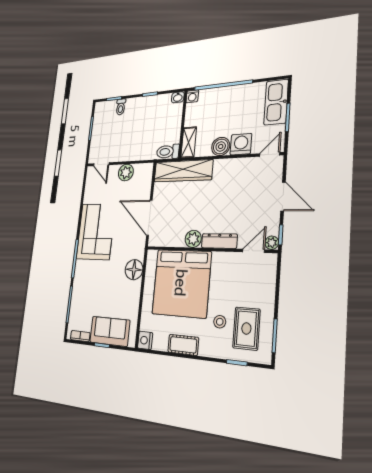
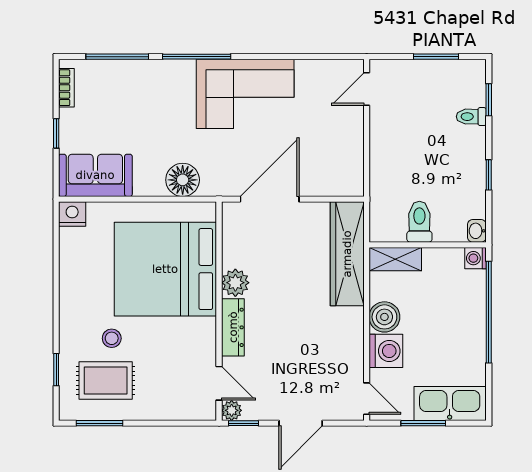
toilet: (168, 152) -> (419, 222), moved
plant: (126, 172) -> (349, 143), removed
sofa: (110, 331) -> (95, 175), moved, turned -90
cot: (183, 345) -> (72, 281), removed

